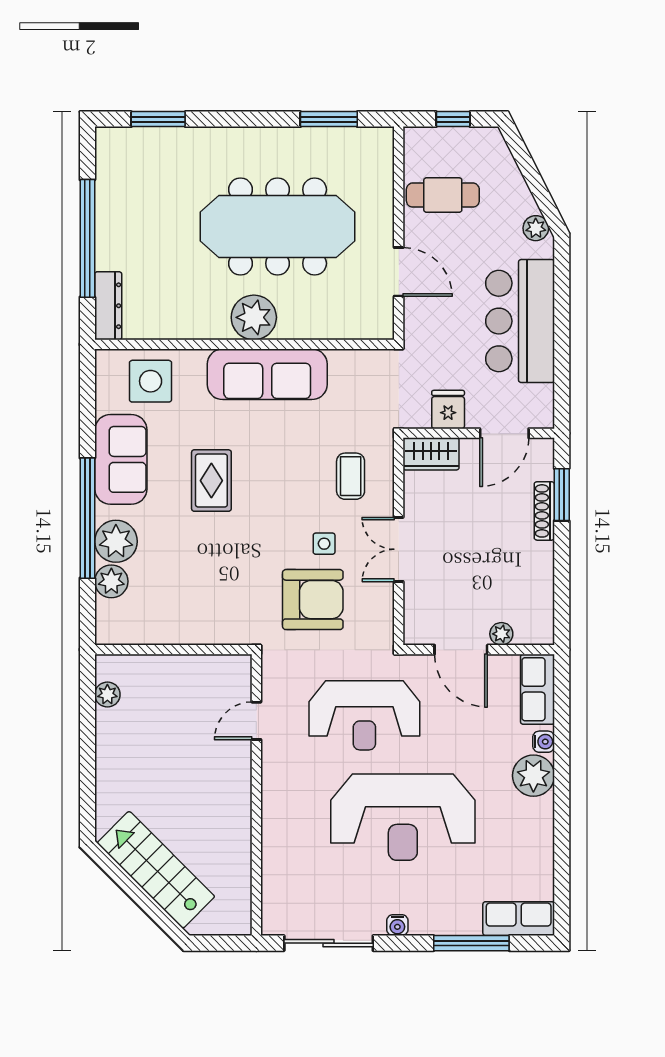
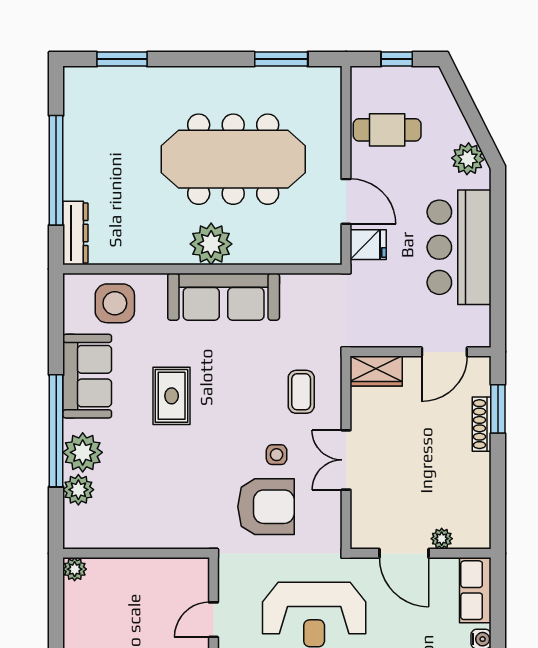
plant: (536, 228) -> (468, 159), width x1.38, depth x1.38
fridge: (448, 410) -> (368, 245), moved, turned 90
plant: (107, 695) -> (75, 569), moved

